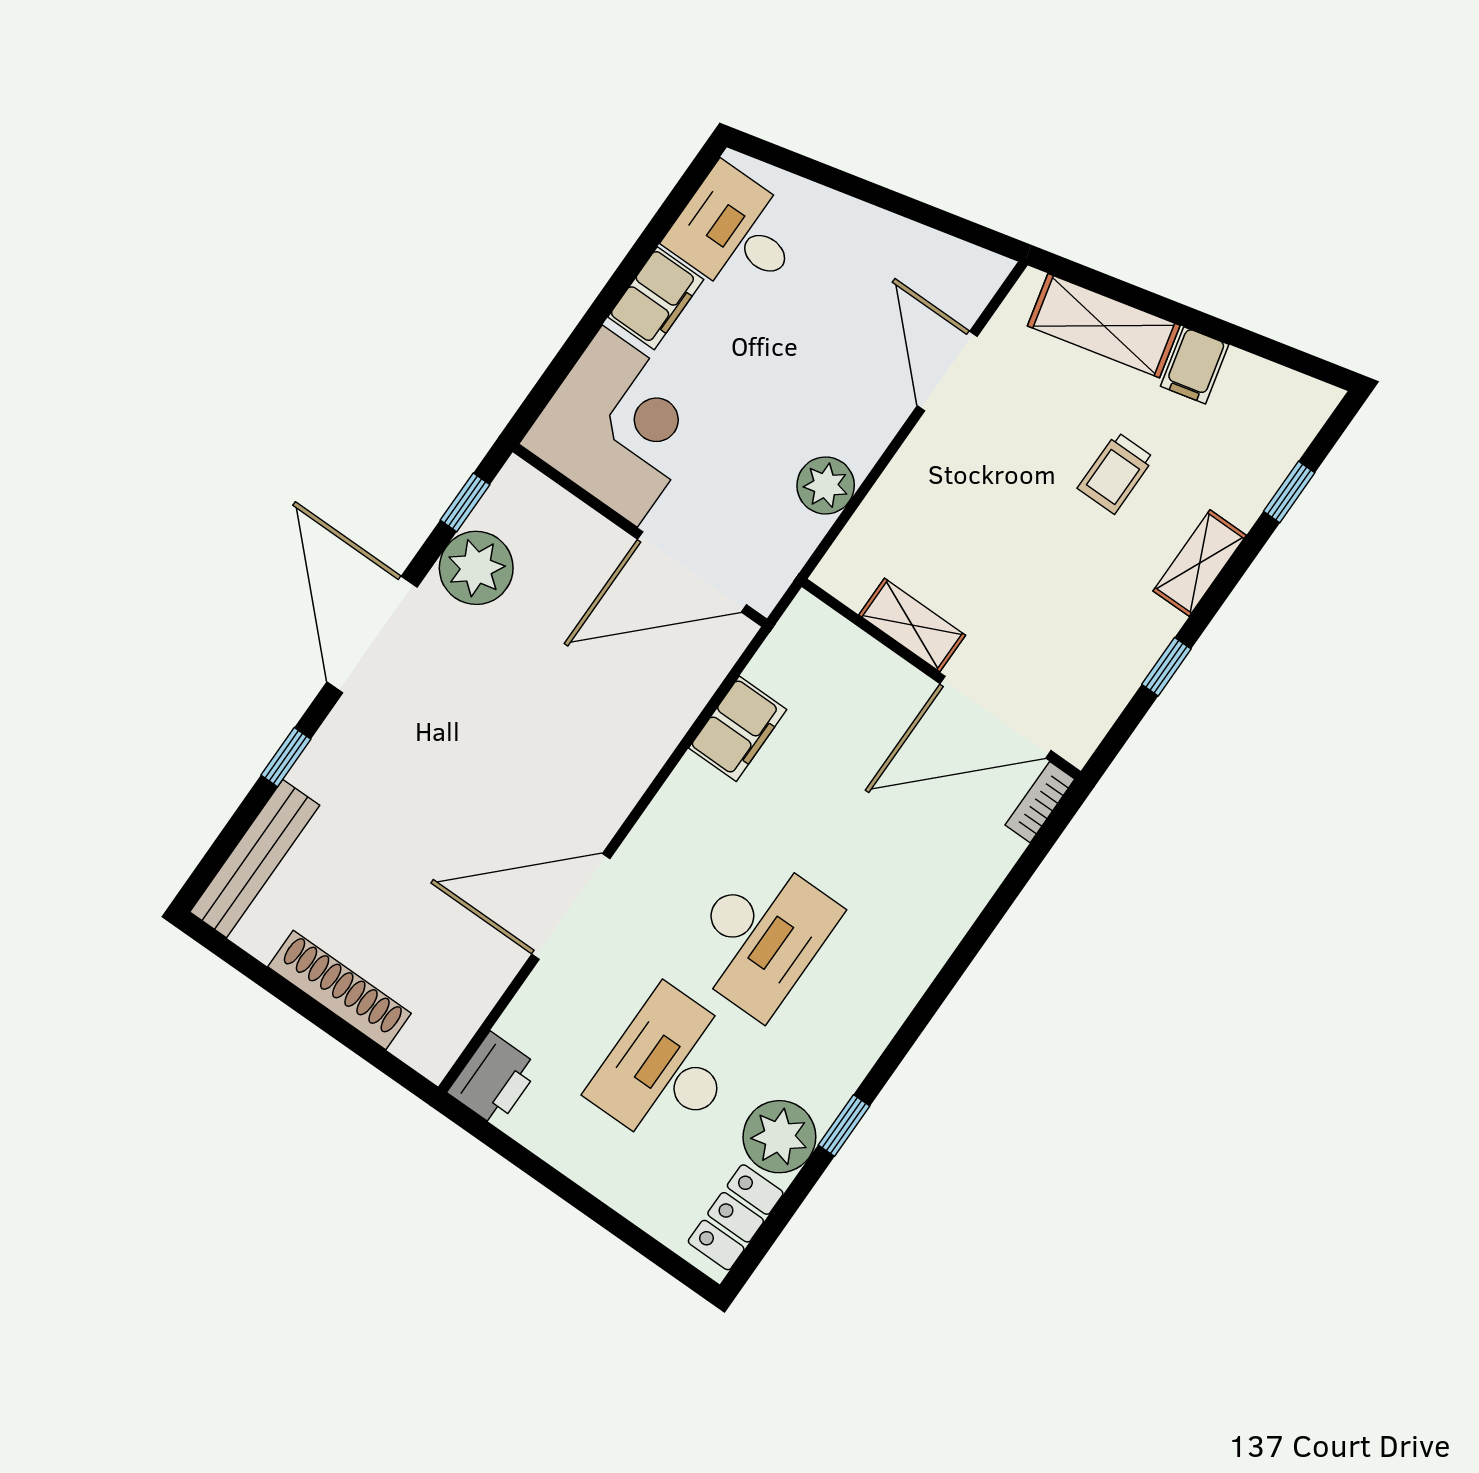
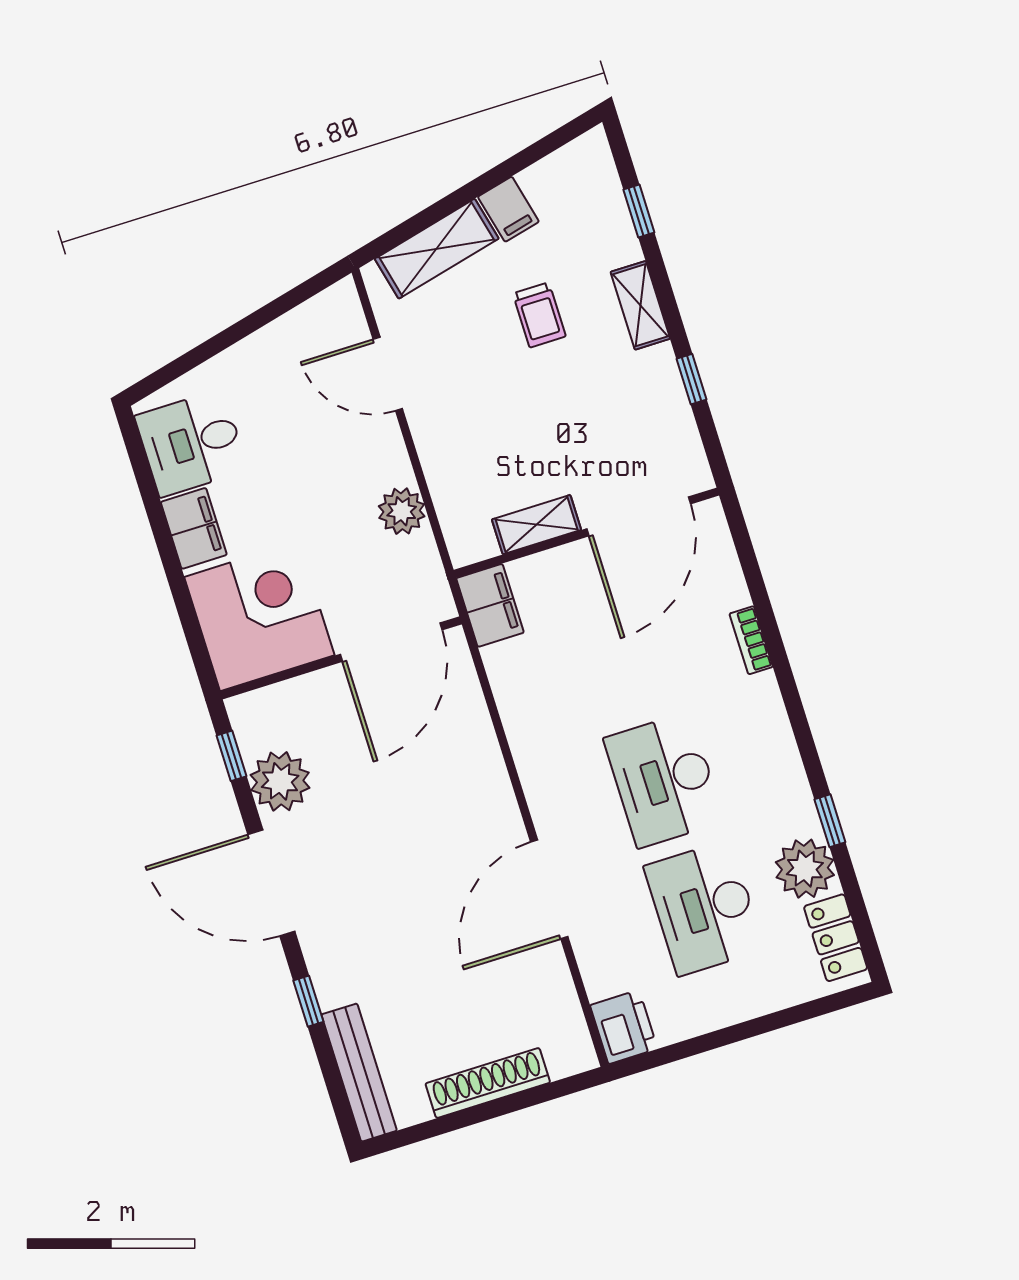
filing cabinet: (738, 729) -> (490, 605), moved
bookcase: (1040, 802) -> (751, 640), moved
desk: (761, 936) -> (664, 780), turned 180

